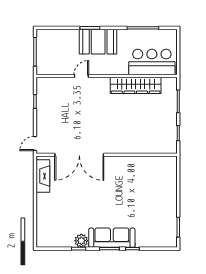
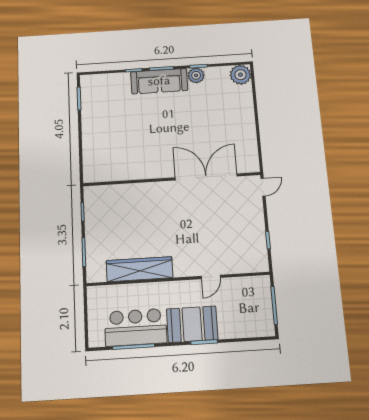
bar counter: (152, 62) -> (136, 327), moved, turned 180
fireplace: (43, 176) -> (249, 148), removed
plant: (45, 239) -> (240, 75), added

